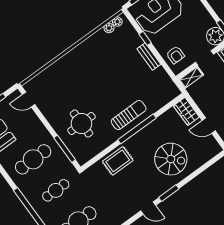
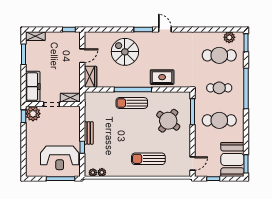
armchair: (175, 55) -> (70, 121), removed
sun lounger: (74, 73) -> (148, 159), added
door: (29, 100) -> (192, 164), hinge flipped
round table: (81, 124) -> (168, 121), turned 37
door: (209, 126) -> (82, 56), hinge flipped

